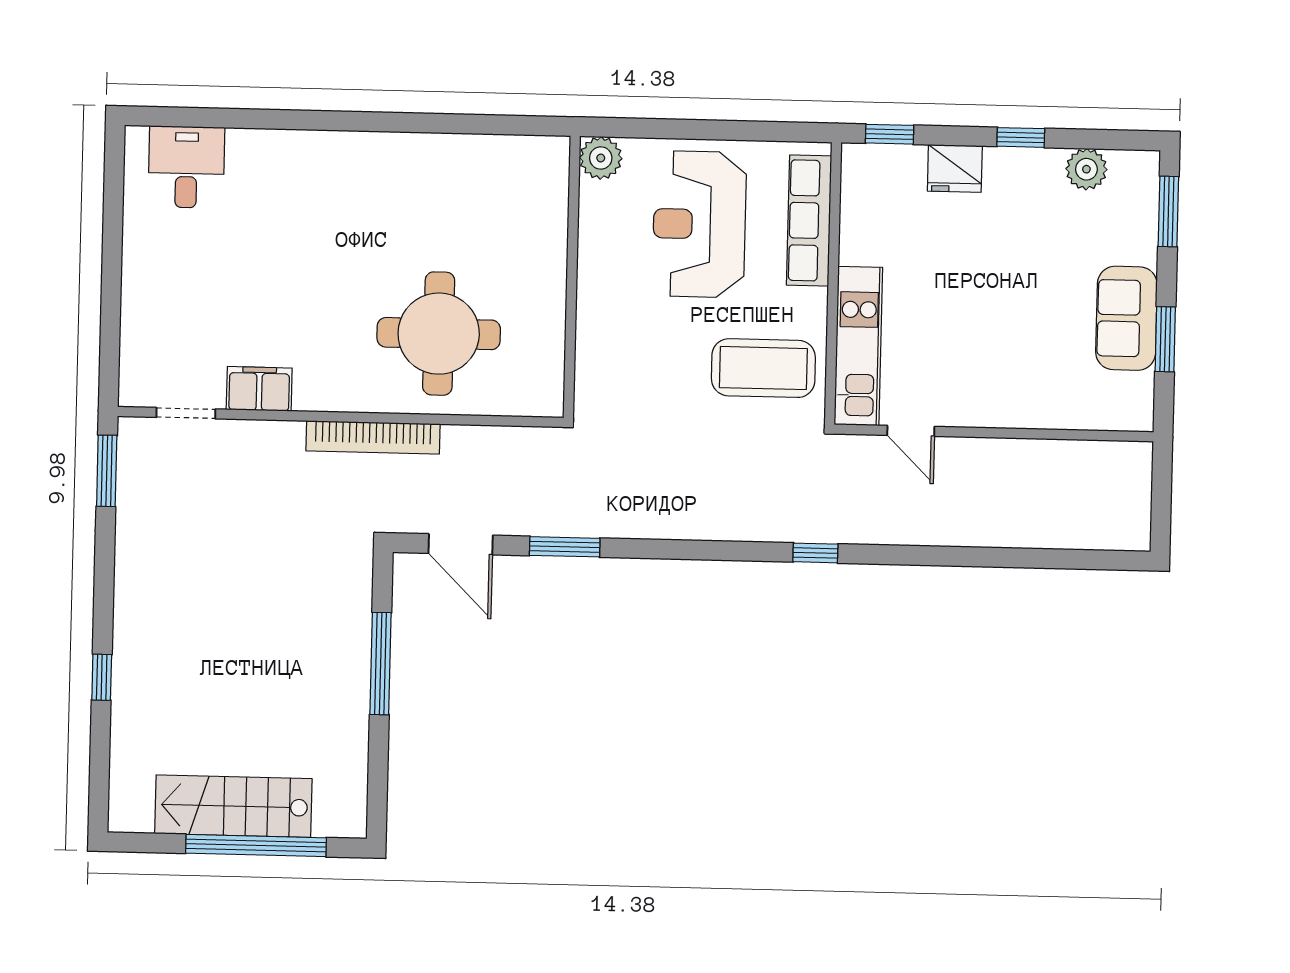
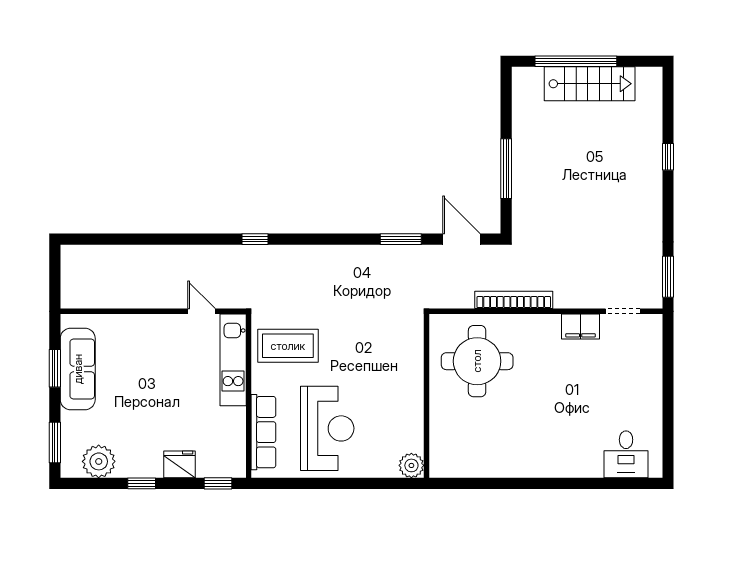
plant: (601, 158) -> (411, 465), moved
plant: (1086, 169) -> (99, 461), width x1.36, depth x1.36
wall: (572, 277) -> (427, 396), moved
sofa: (1126, 318) -> (78, 369), width x1.36

